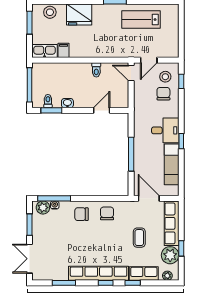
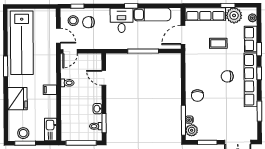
stool: (50, 12) -> (23, 133), moved
lab bench: (141, 20) -> (22, 43), width x1.86, depth x1.39
filing cabinet: (64, 50) -> (50, 90), moved
chair: (107, 213) -> (227, 76), moved

